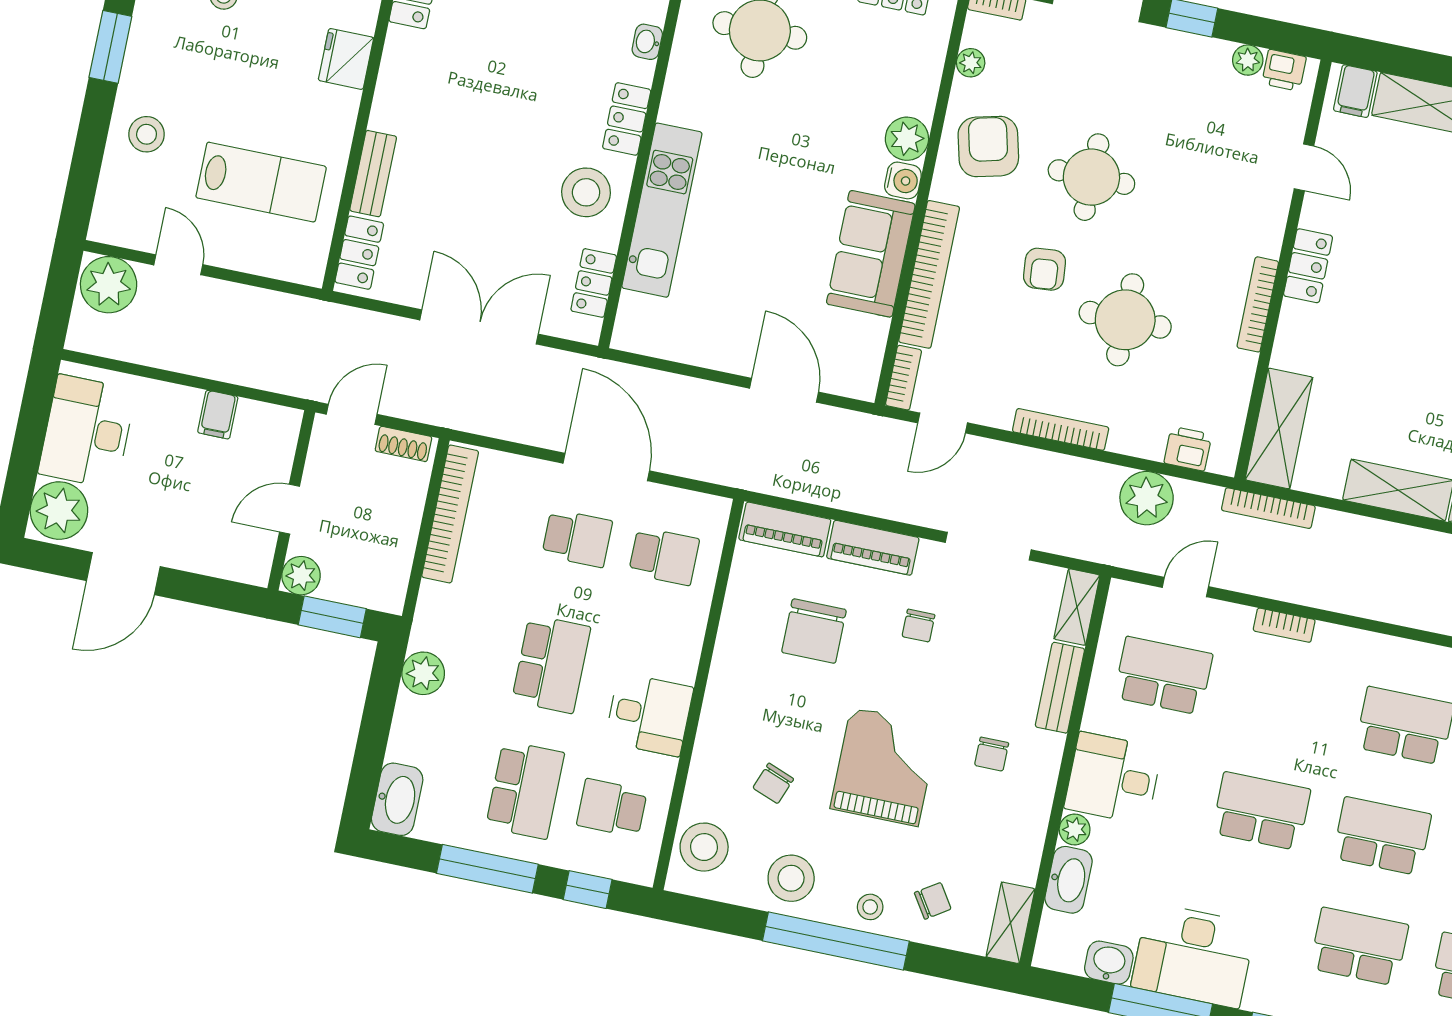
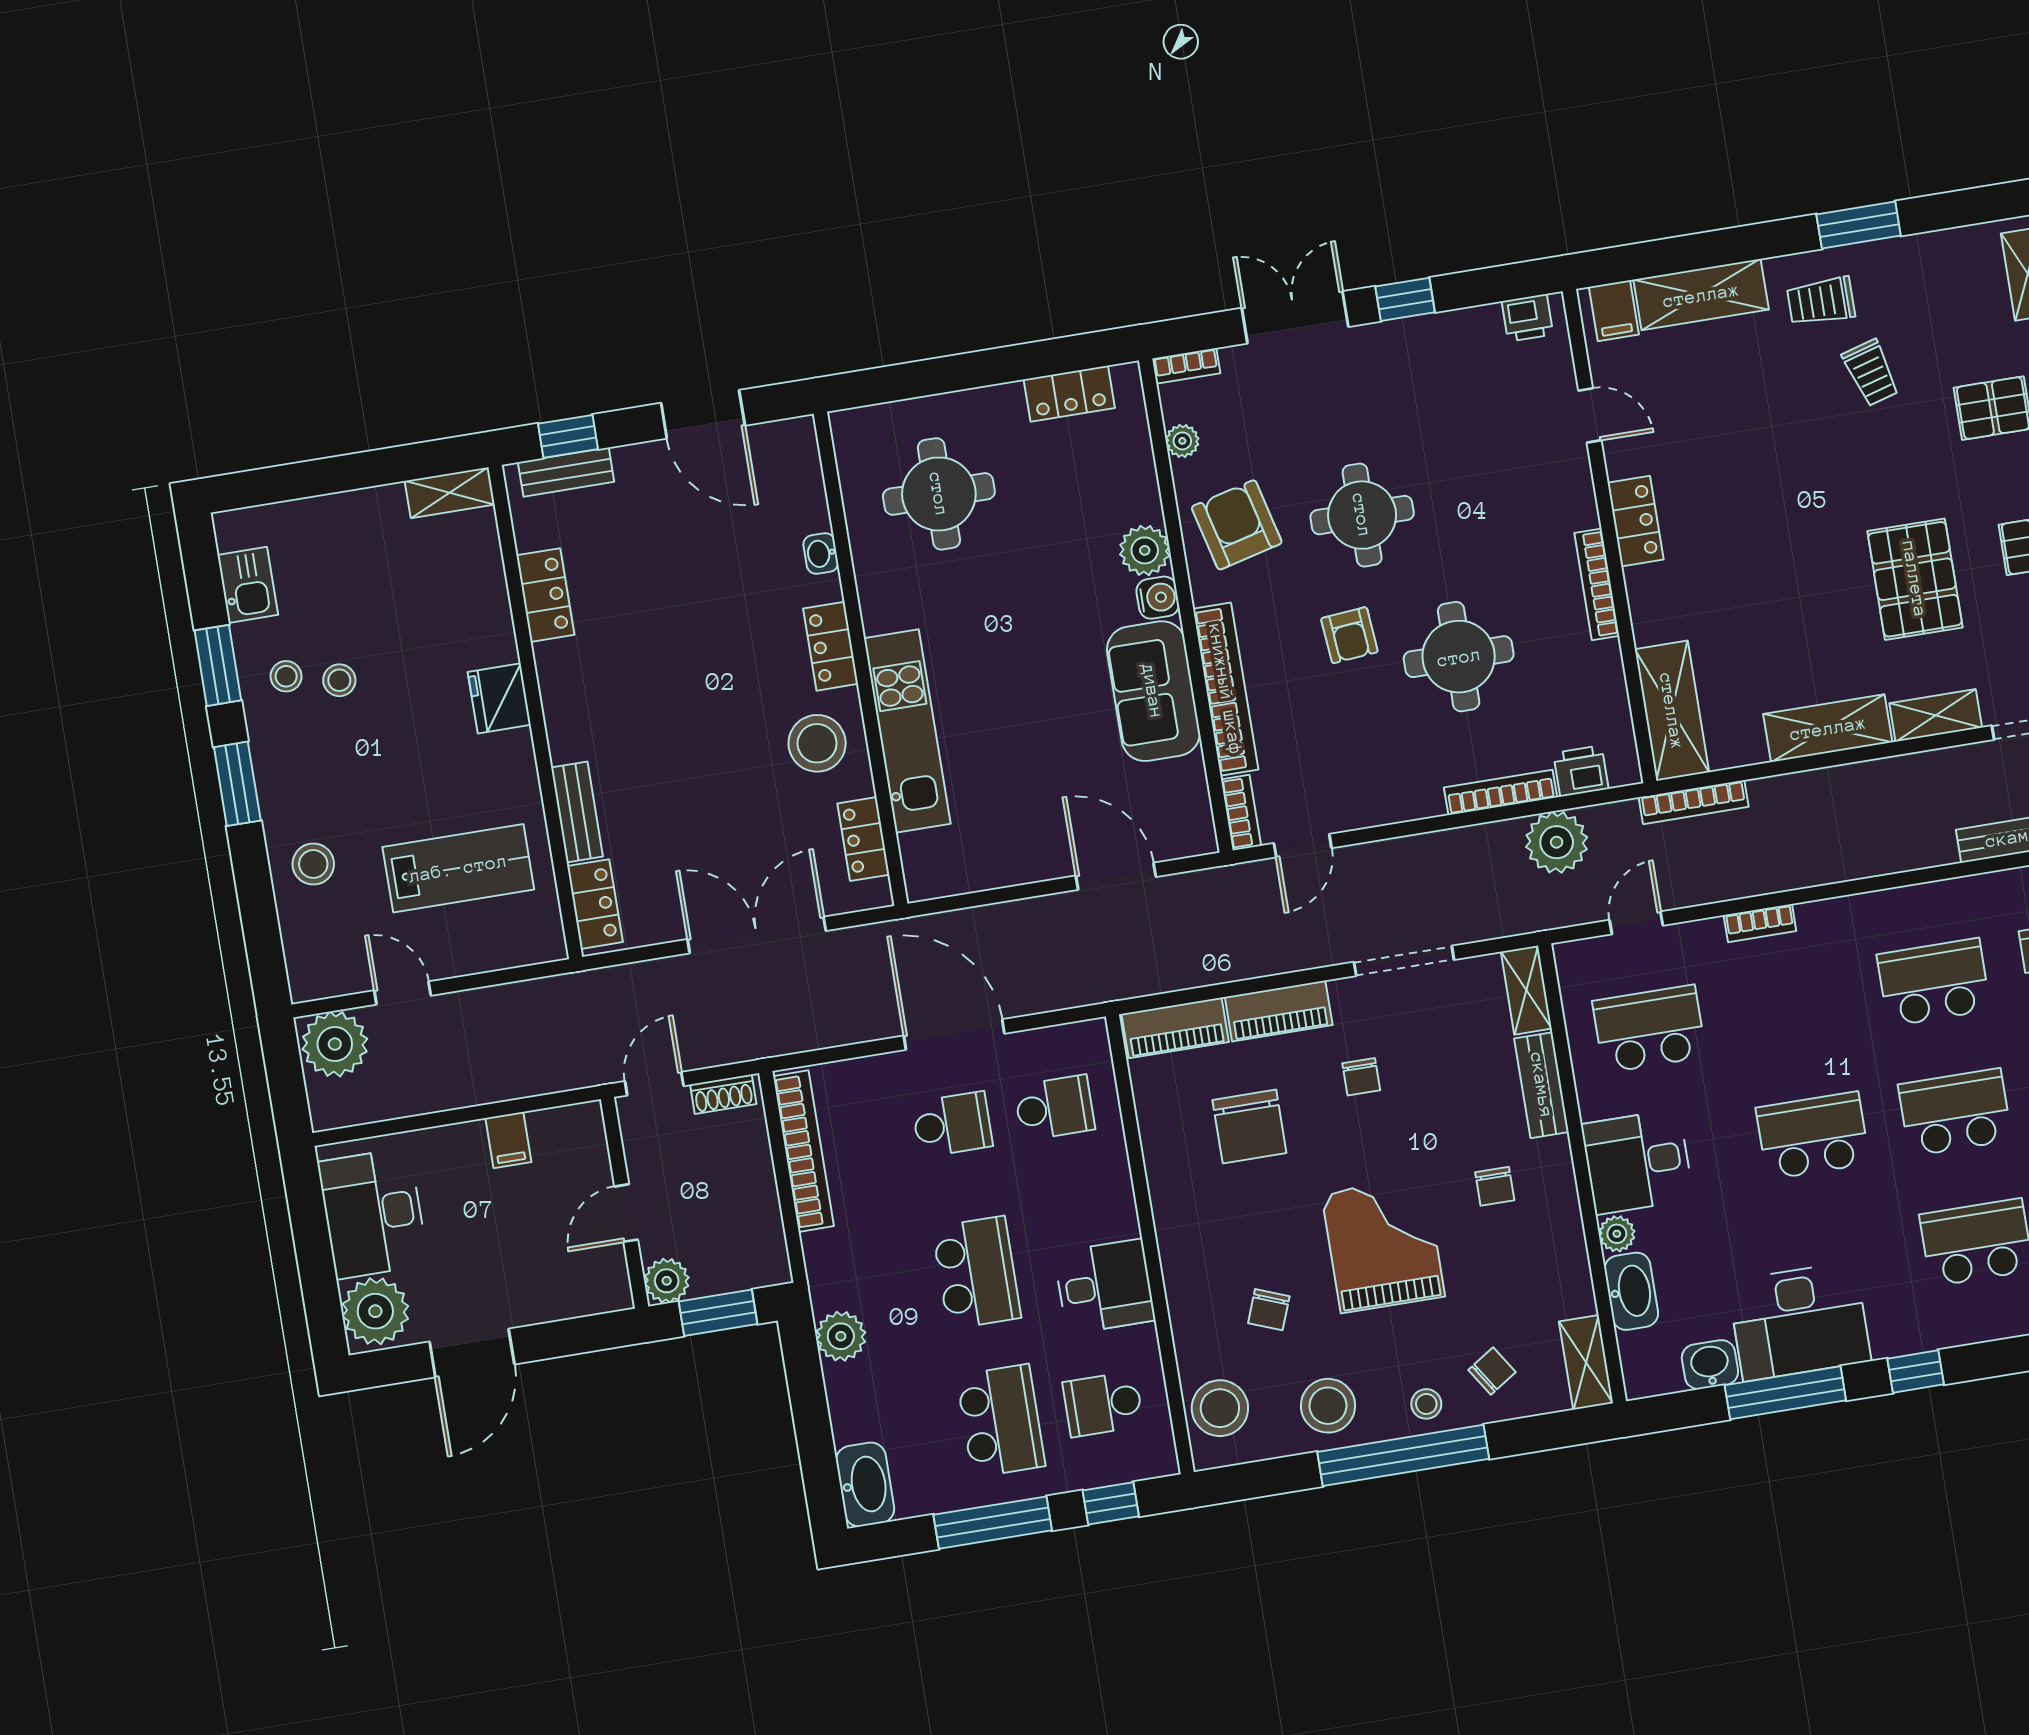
plant: (1248, 60) -> (1484, 322), removed
bookcase: (1061, 429) -> (1501, 792), moved

